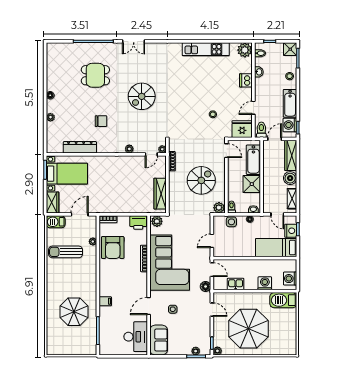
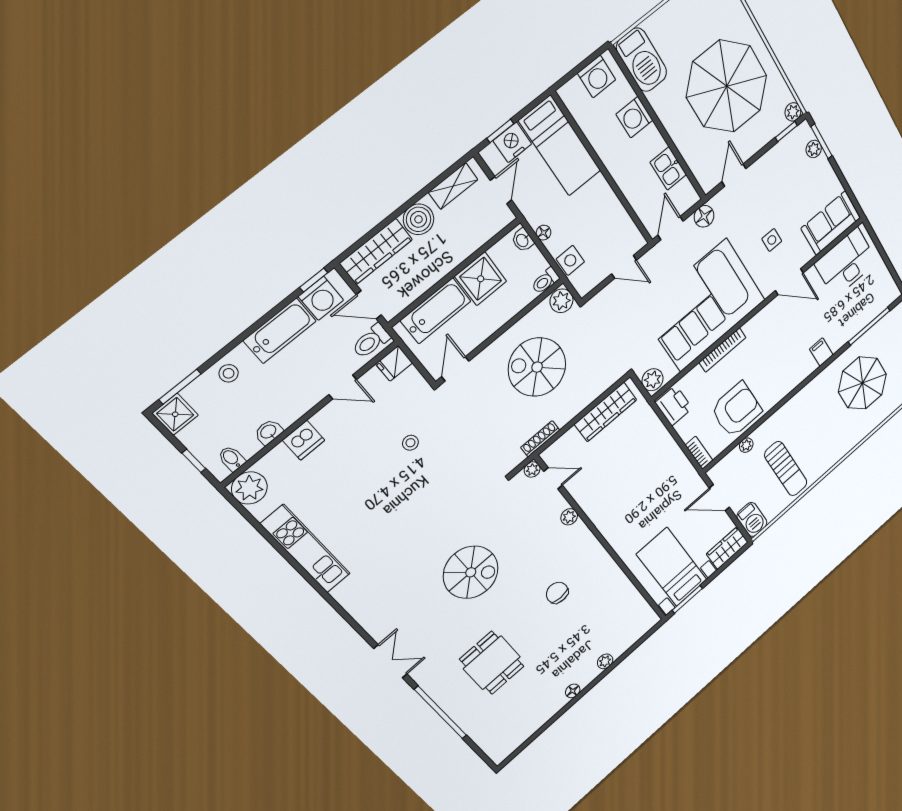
fridge: (242, 129) -> (394, 363), width x0.53, depth x0.75
dresser: (80, 147) -> (620, 585), removed

